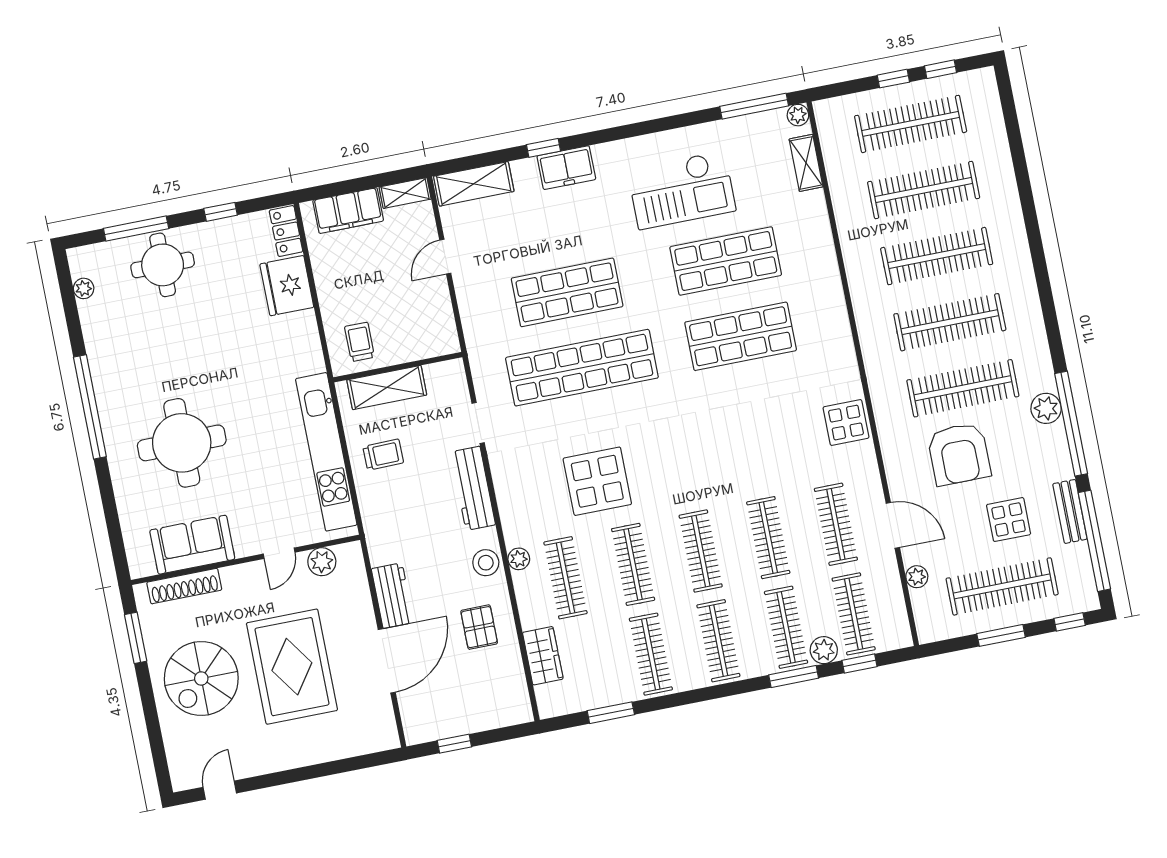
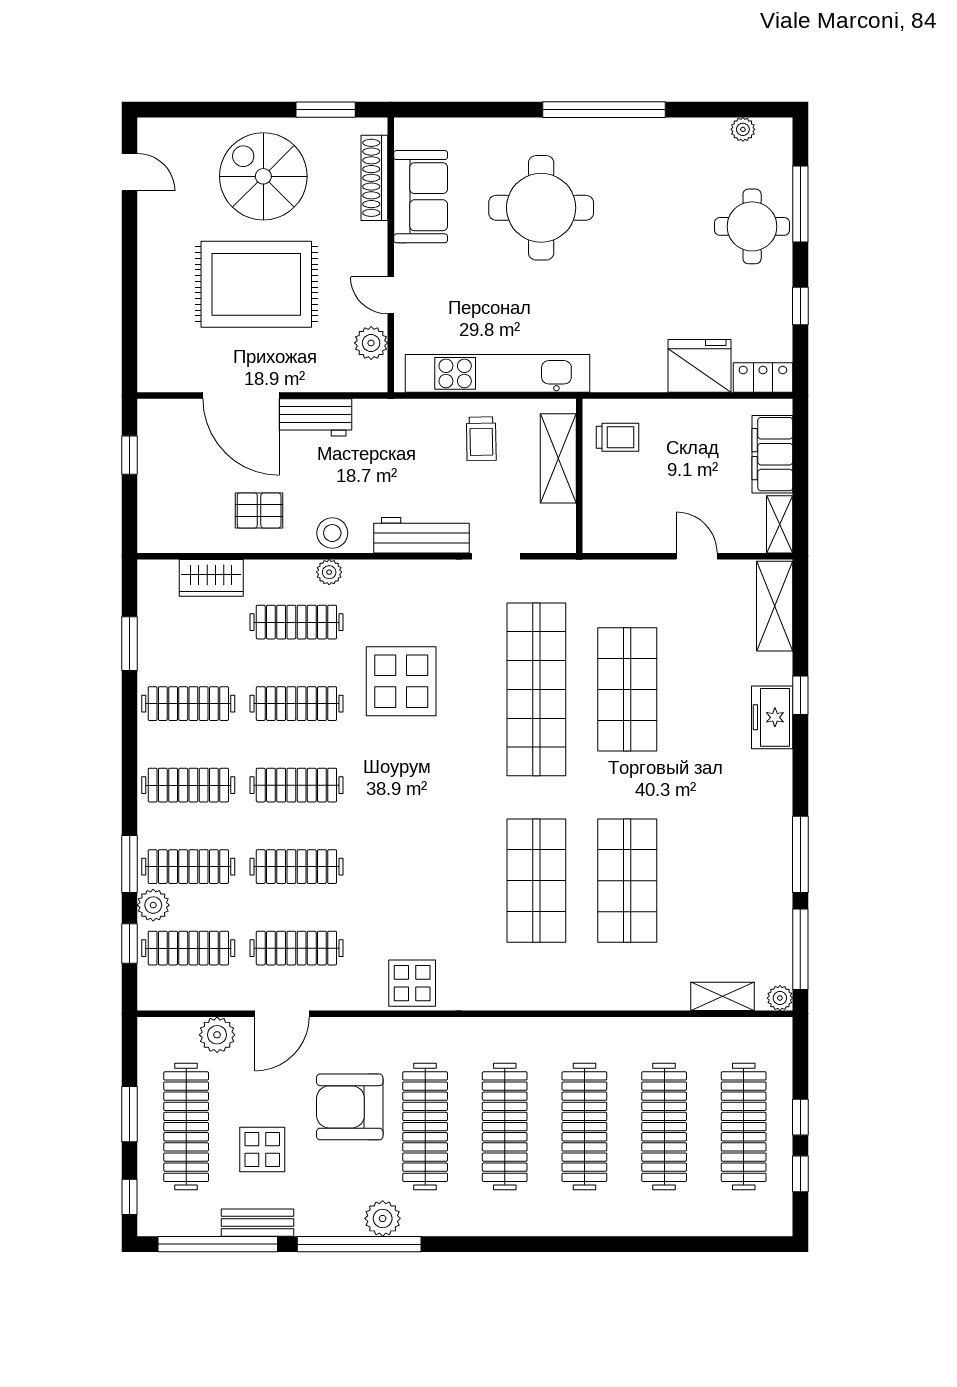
window: (675, 122) -> (800, 854), added
checkout: (682, 190) -> (720, 846), removed
plant: (917, 577) -> (217, 1035), width x1.38, depth x1.38

